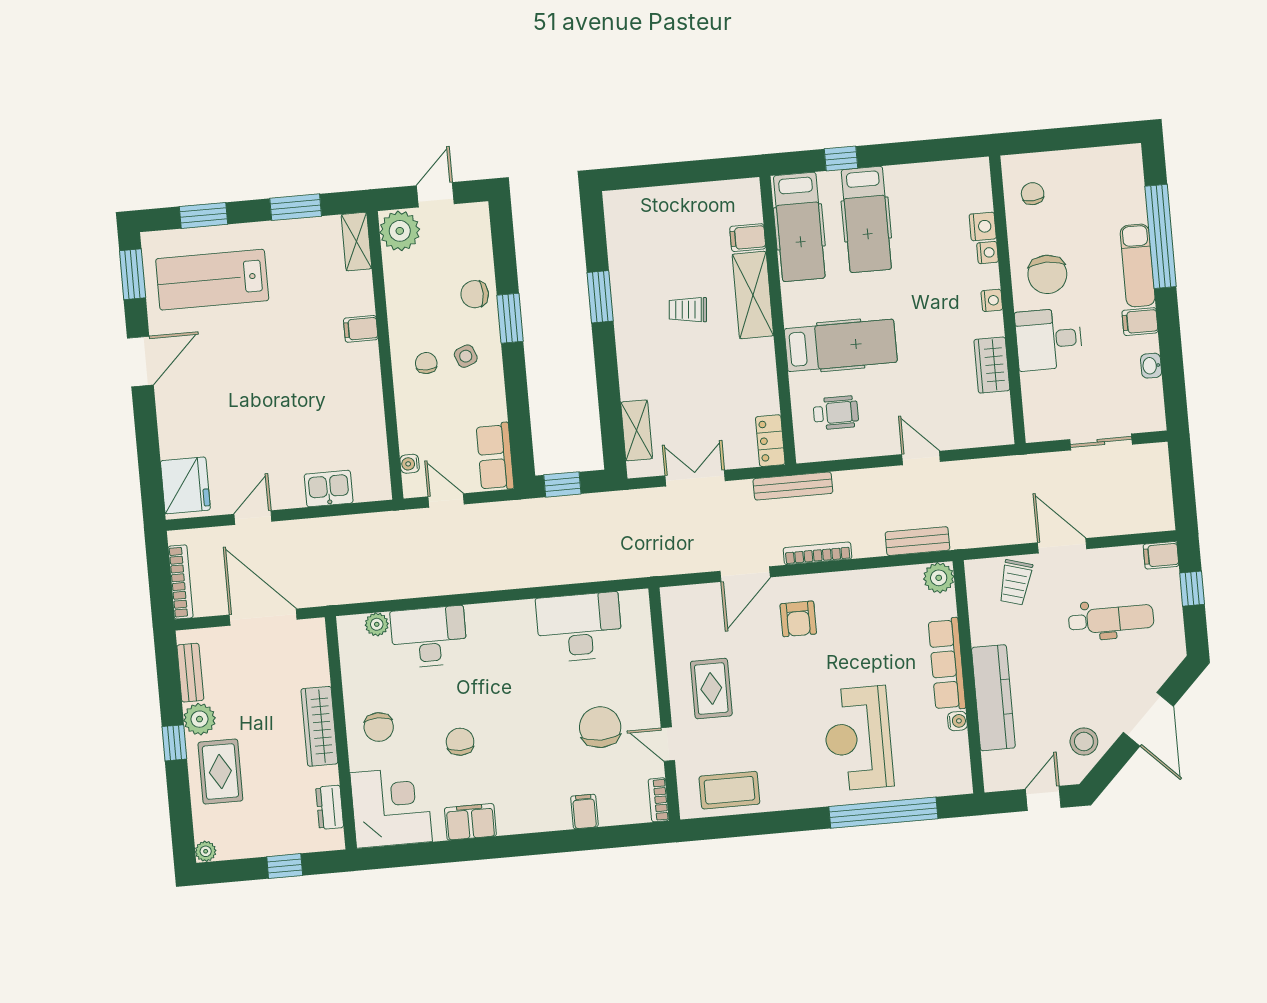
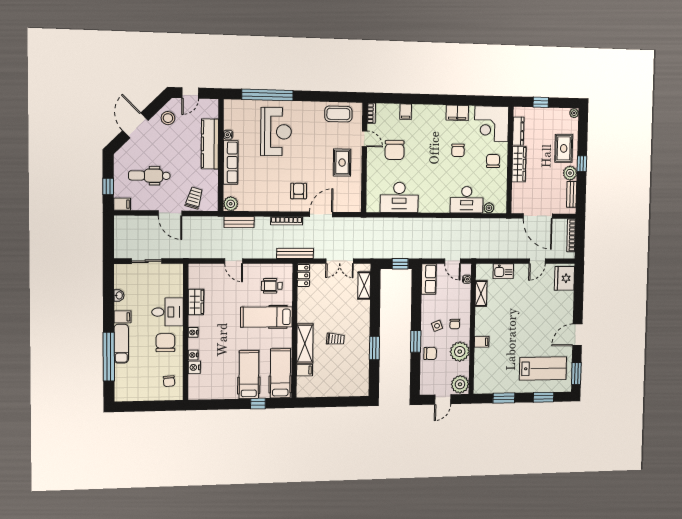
shelving: (356, 242) -> (481, 293), moved
plant: (408, 303) -> (460, 352), added
dresser: (330, 807) -> (518, 131), width x1.44

